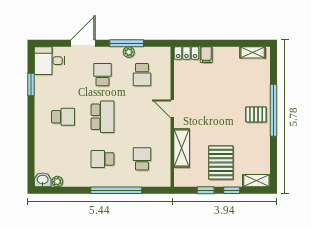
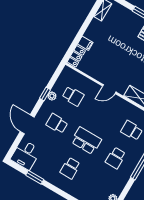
window: (127, 43) -> (45, 94), width x0.46
school desk: (63, 117) -> (70, 168), turned 180

